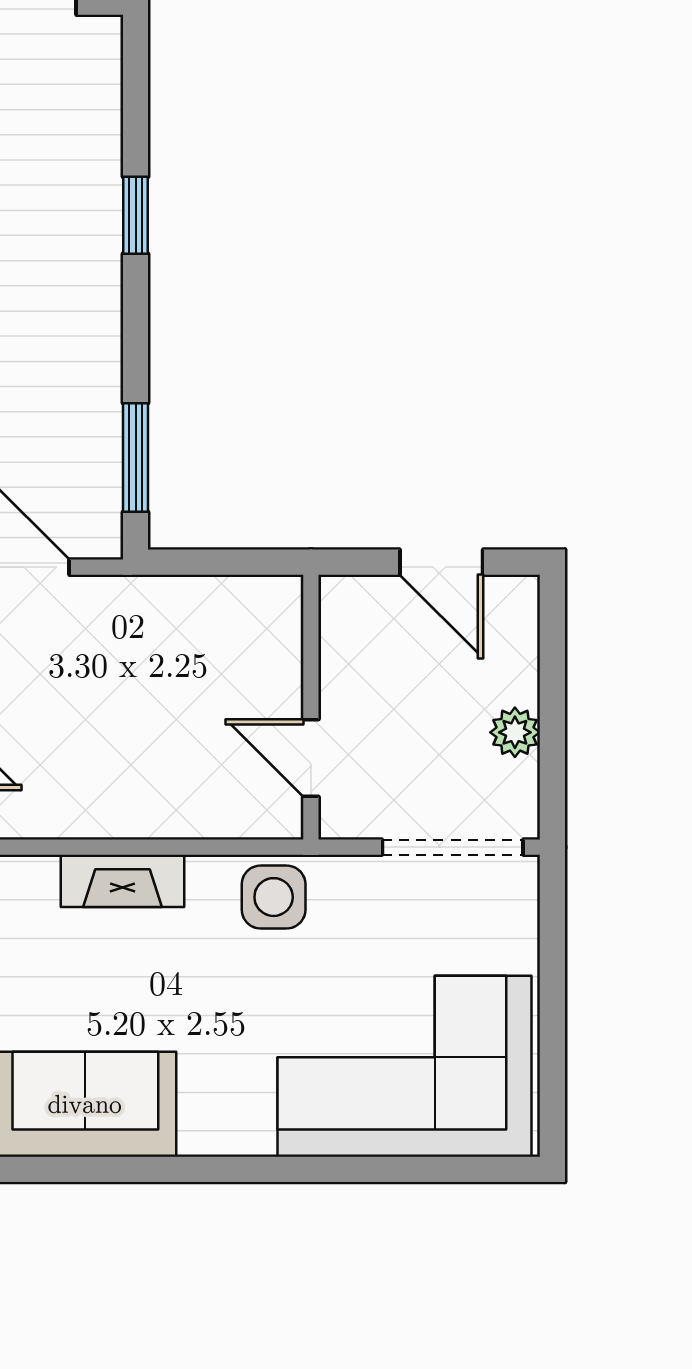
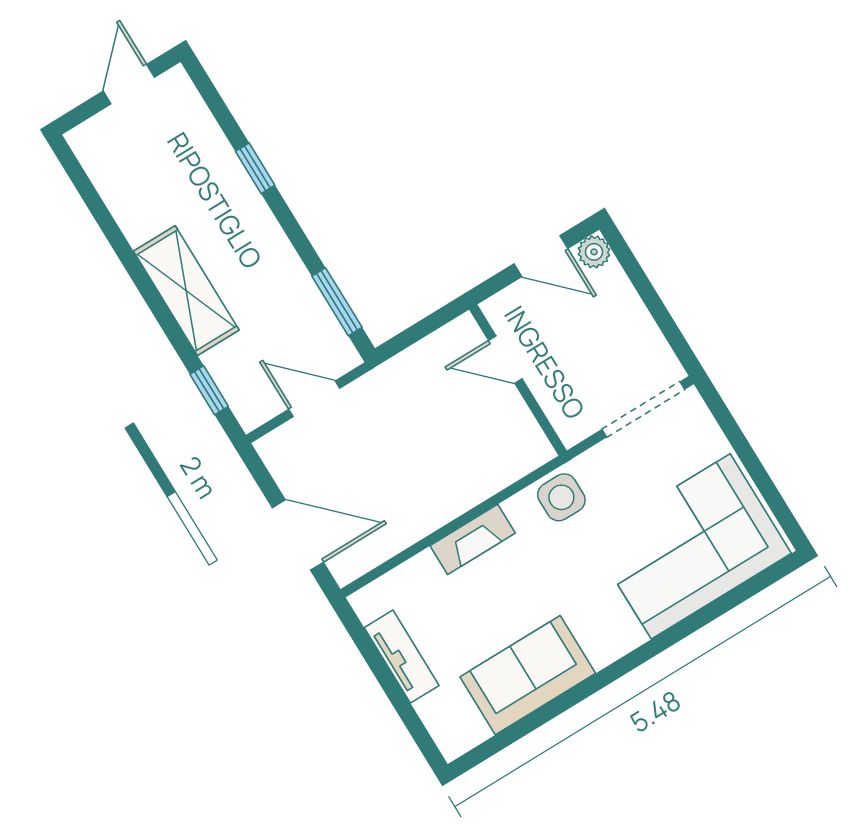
plant: (515, 732) -> (594, 252), moved
door: (311, 758) -> (505, 360), moved

